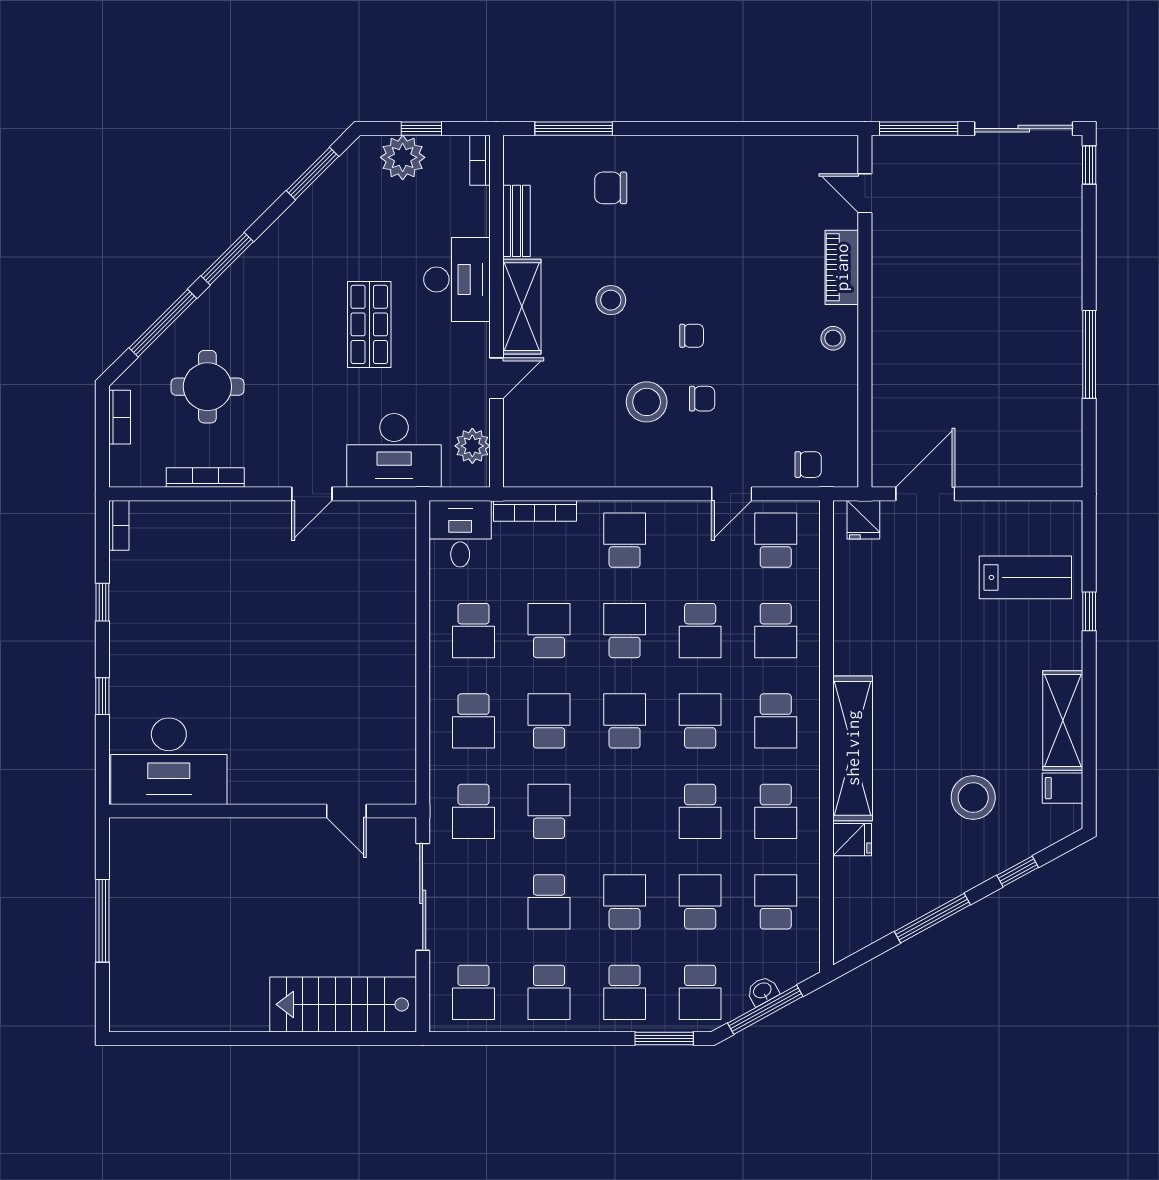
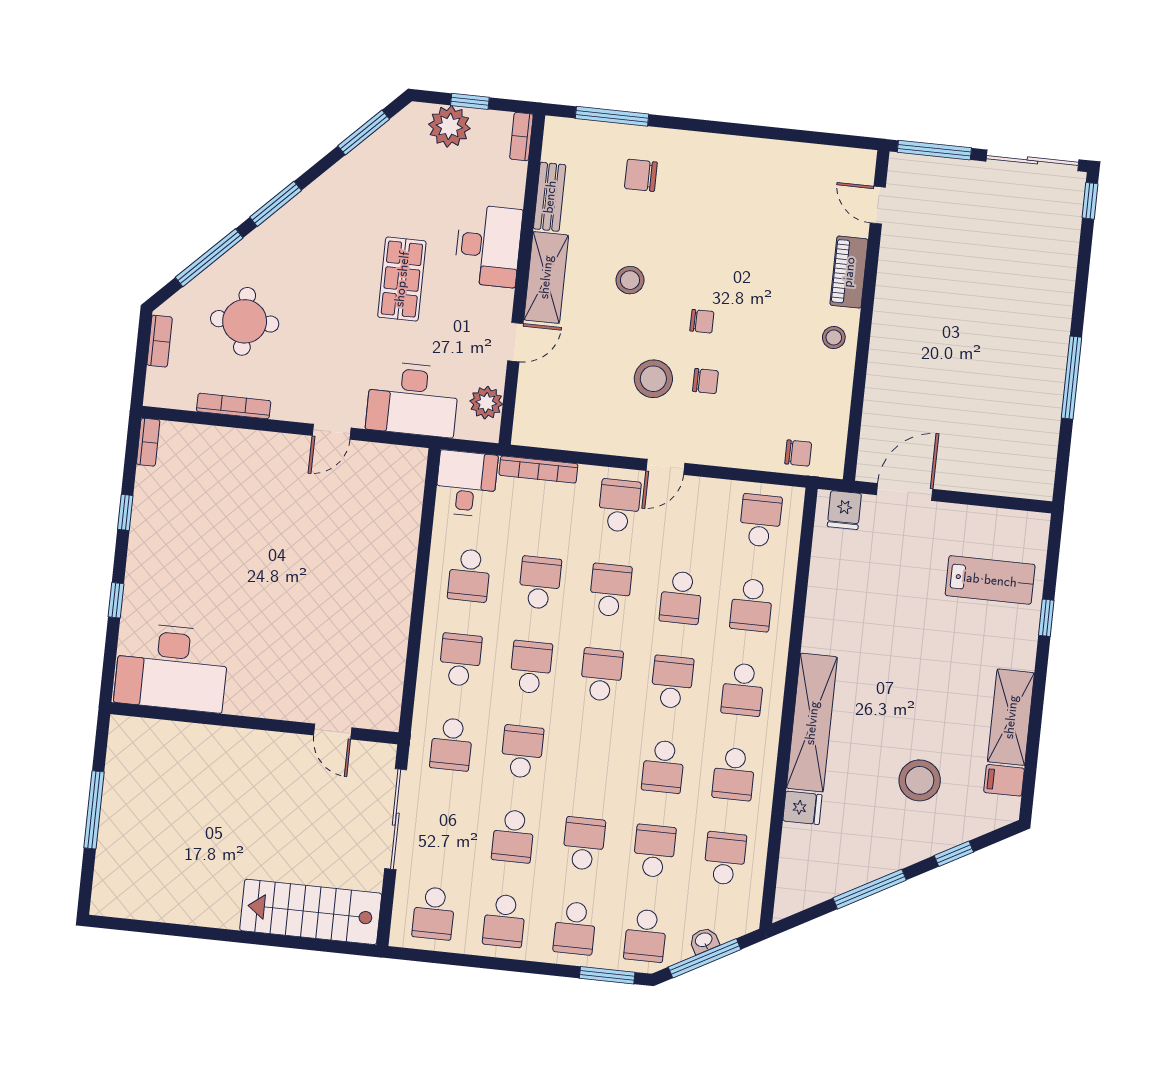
door: (732, 494) -> (665, 467), moved
school desk: (473, 721) -> (460, 660), turned 180

